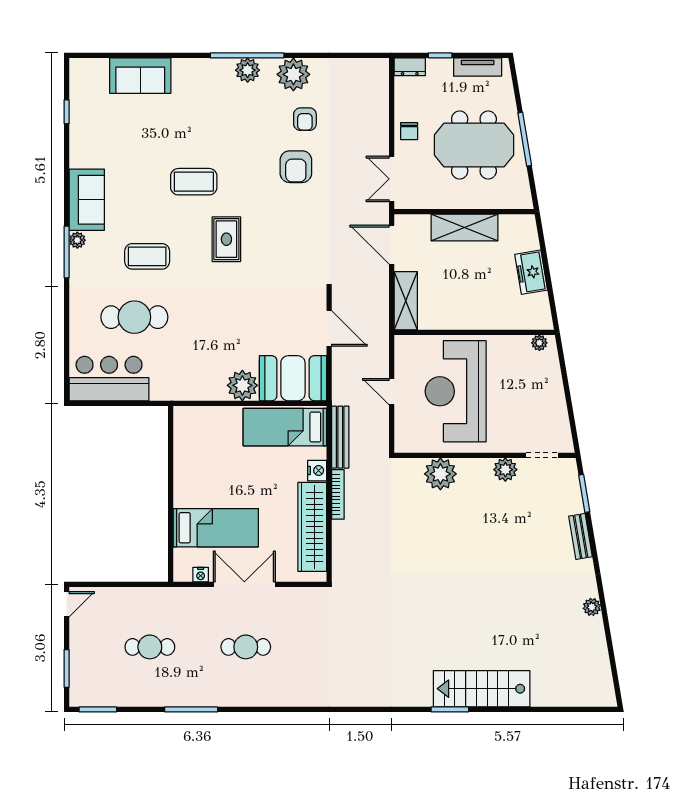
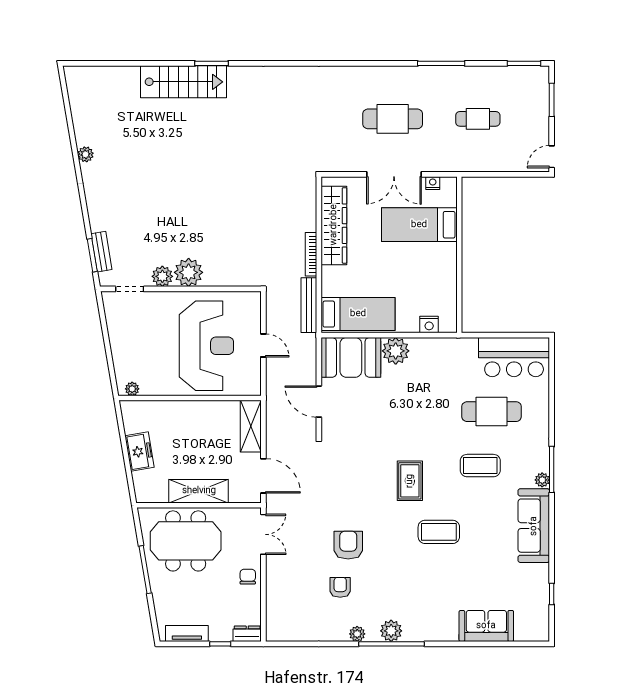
plant: (293, 74) -> (357, 634), width x0.53, depth x0.53
meeting table: (474, 145) -> (186, 541), moved
sofa: (87, 200) -> (534, 526), width x1.36
nightstand: (317, 471) -> (429, 325), moved, turned -90
plant: (440, 474) -> (189, 272), moved
bench: (581, 536) -> (101, 252), moved
cafe table: (246, 647) -> (393, 119), width x1.37, depth x1.35

